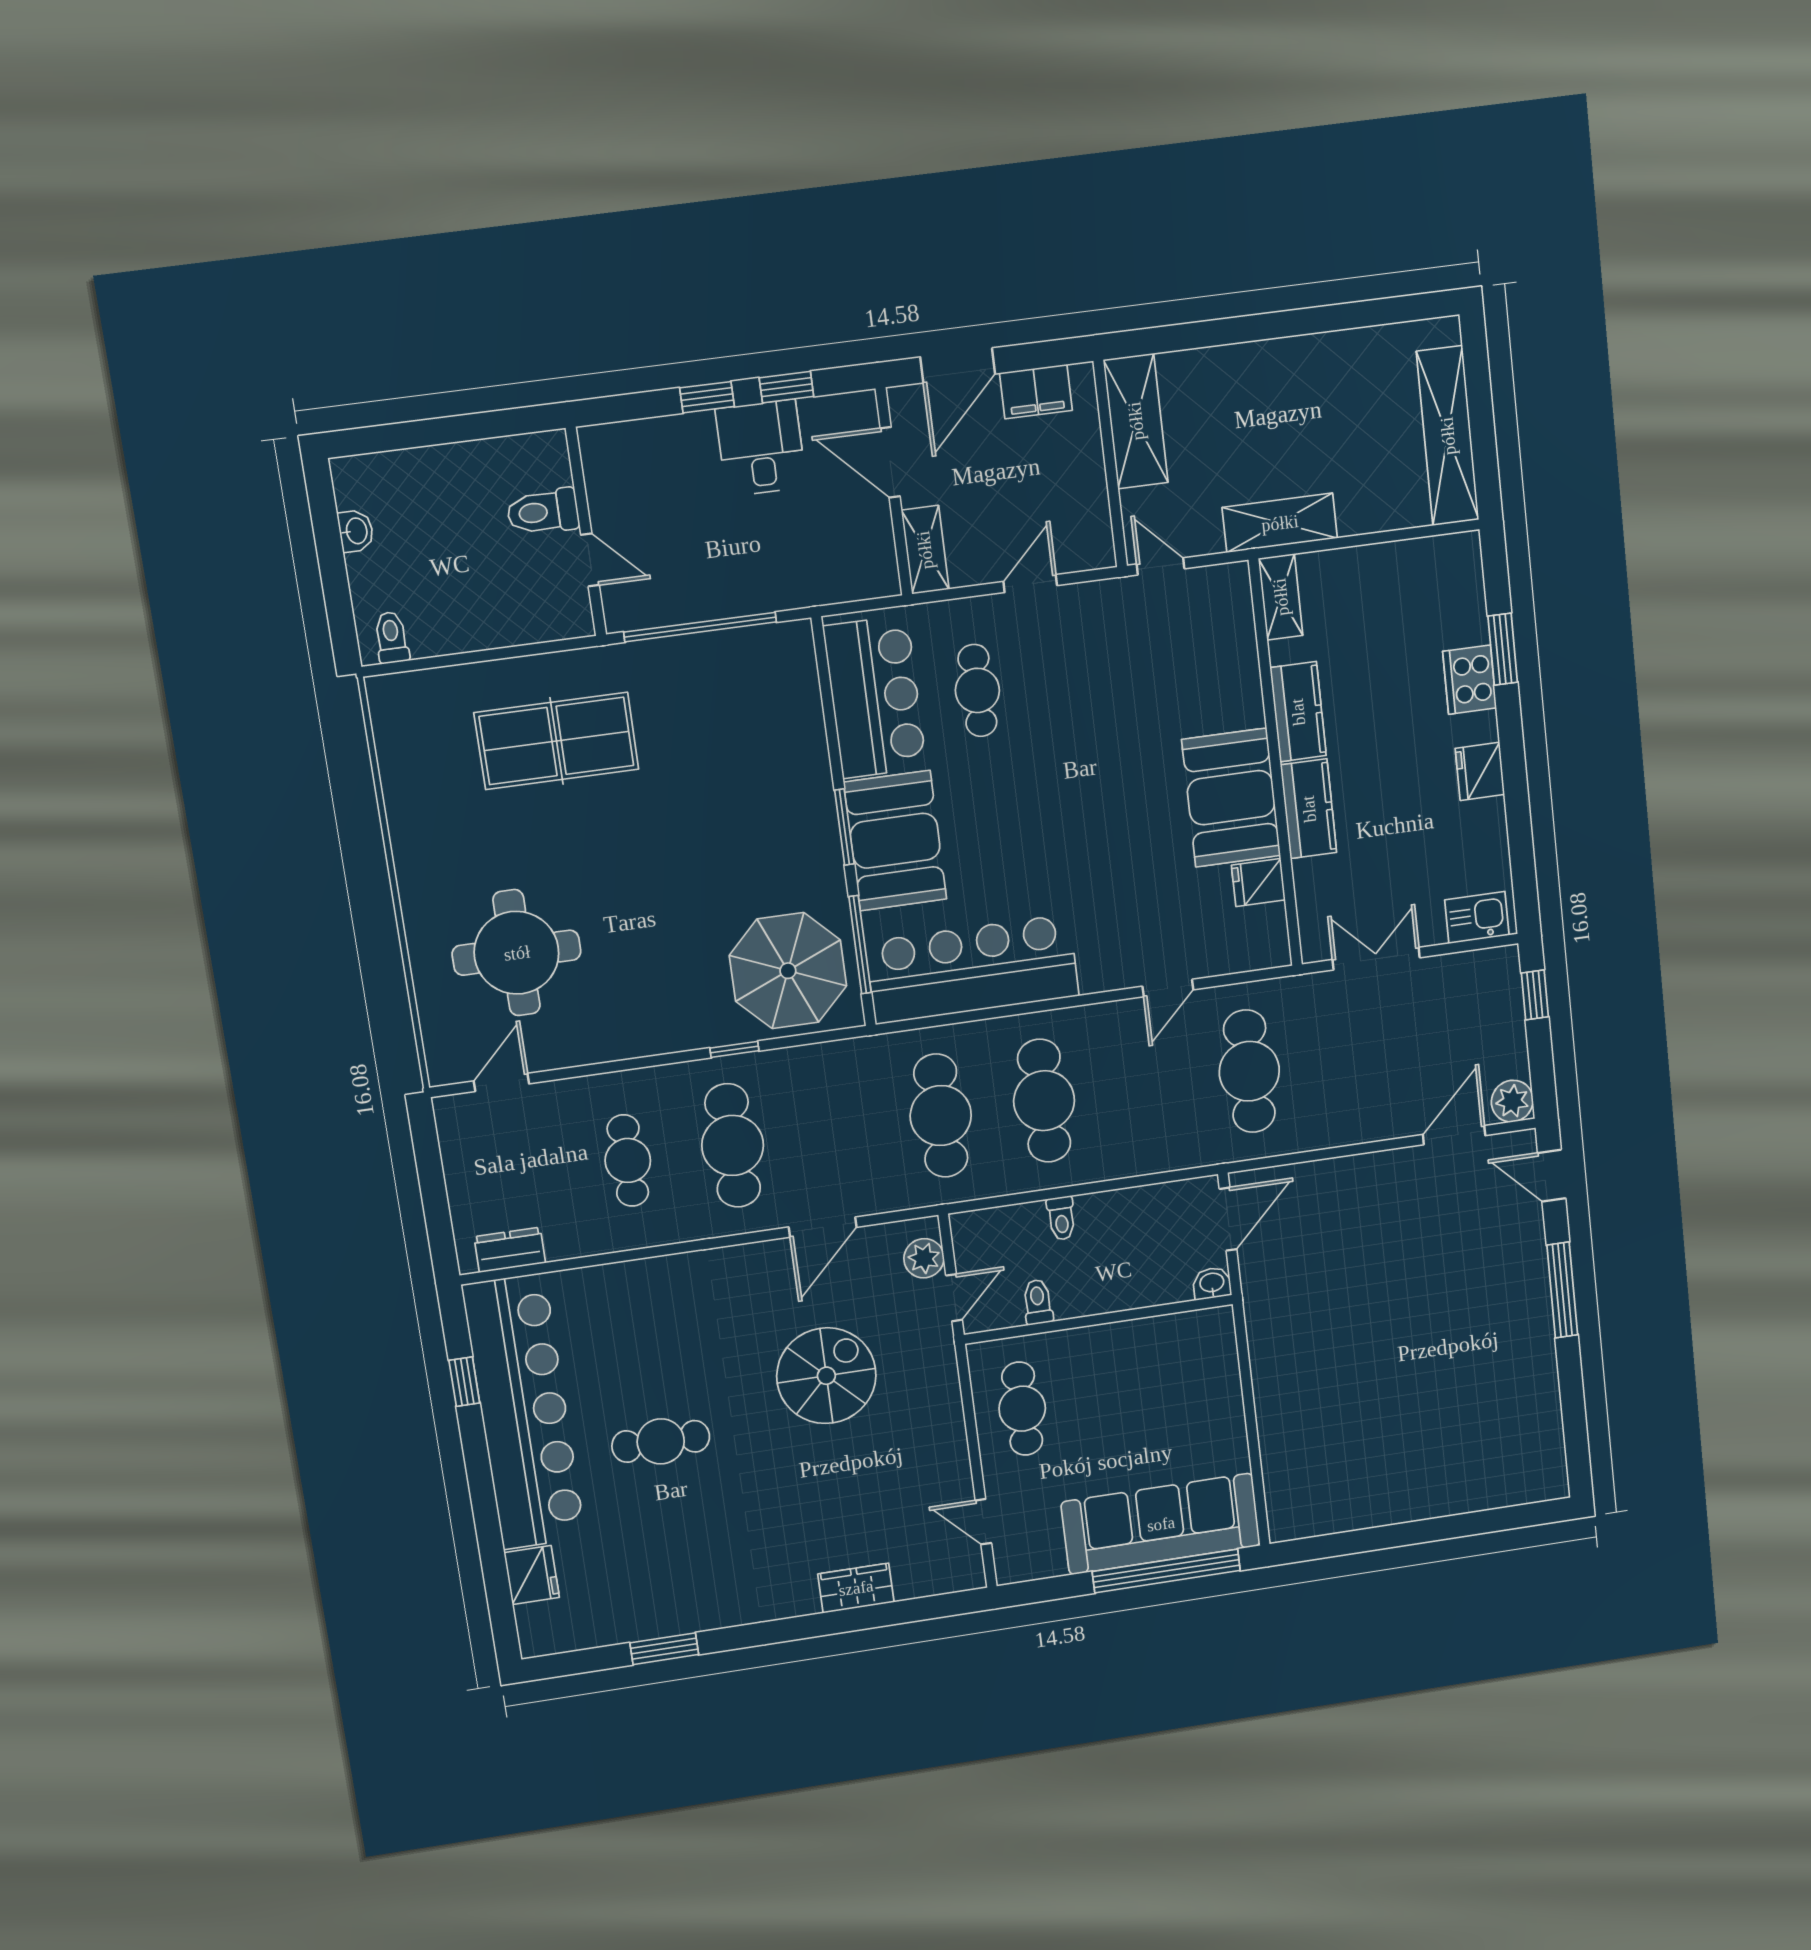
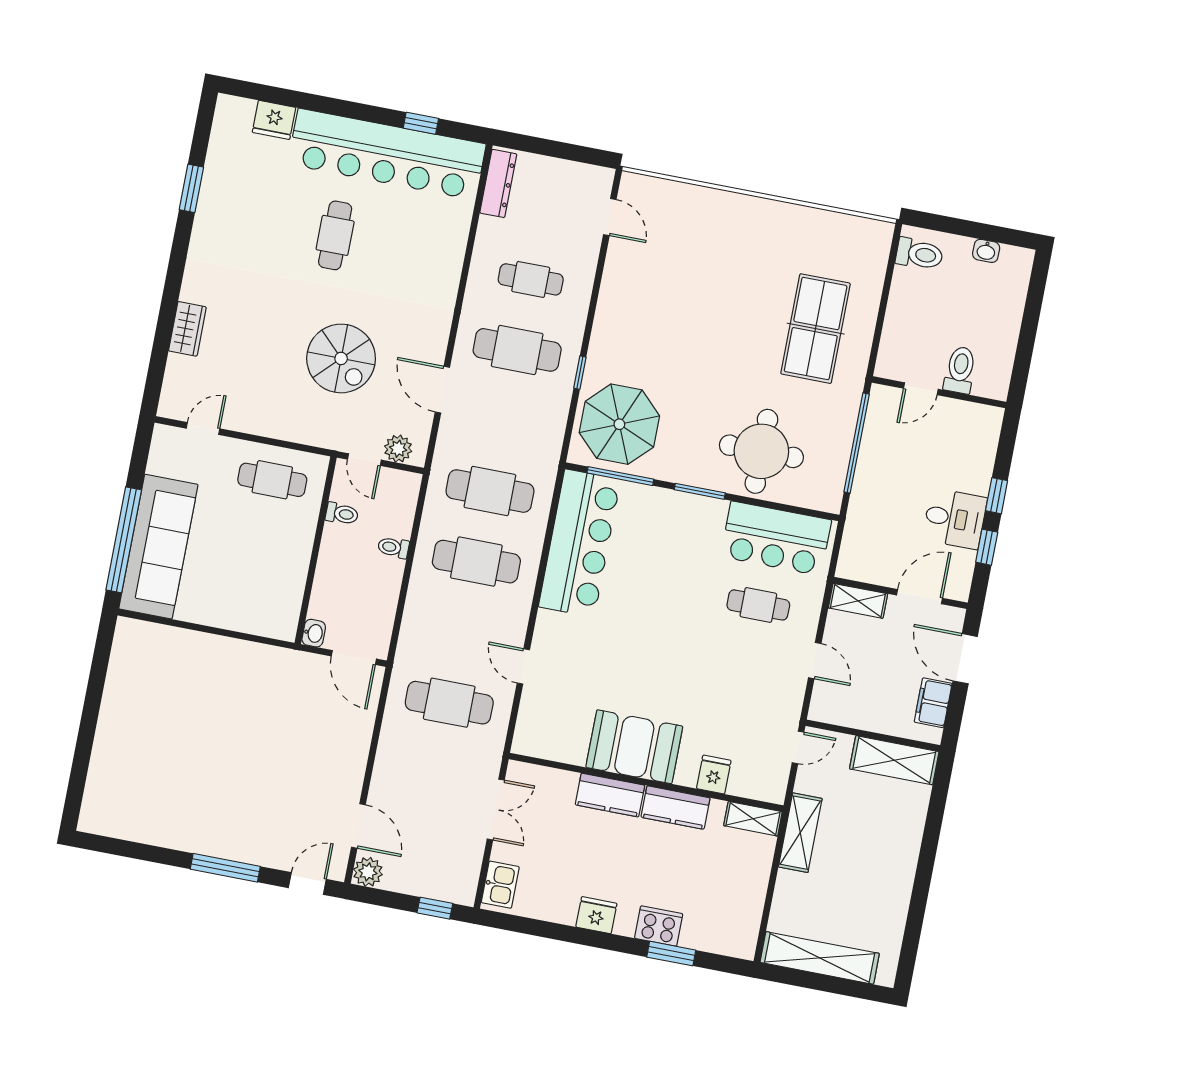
toilet: (391, 637) -> (919, 254), width x1.37, depth x1.39
booth: (895, 841) -> (680, 521), removed
fridge: (1258, 883) -> (714, 774), moved
round table: (517, 953) -> (761, 451), moved
dresser: (510, 1250) -> (498, 183), width x1.44

